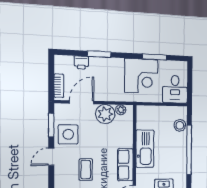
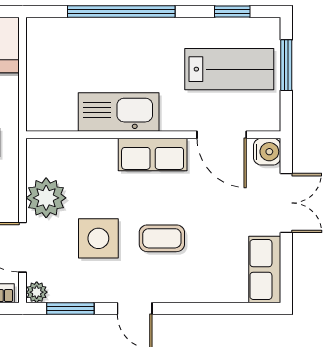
plant: (121, 110) -> (37, 292), moved
stool: (180, 125) -> (68, 34), removed
side table: (68, 134) -> (98, 238), moved

